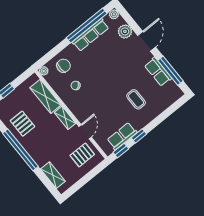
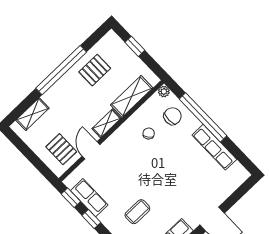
plant: (114, 14) -> (243, 175), removed
window: (87, 26) -> (203, 117), moved
plant: (125, 31) -> (222, 191), removed
chair: (64, 66) -> (172, 116), turned -90
door: (85, 132) -> (91, 150), swing flipped

